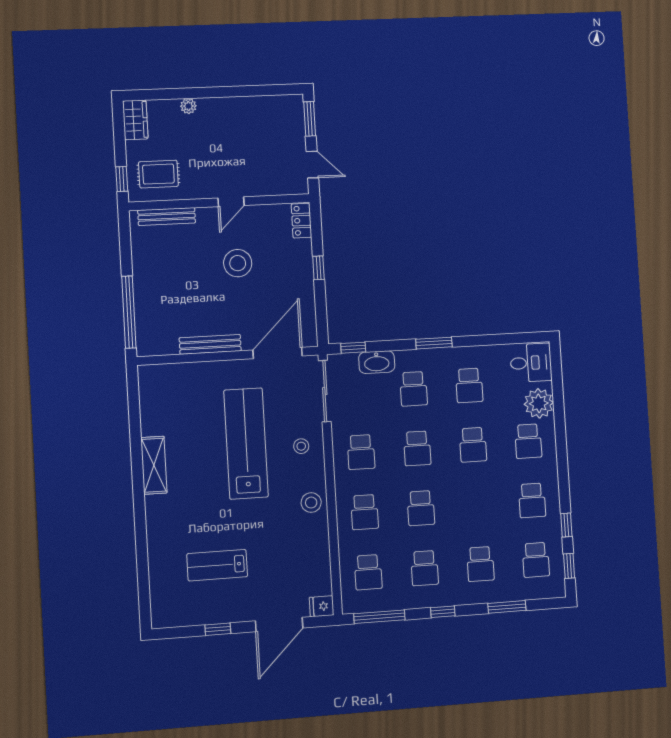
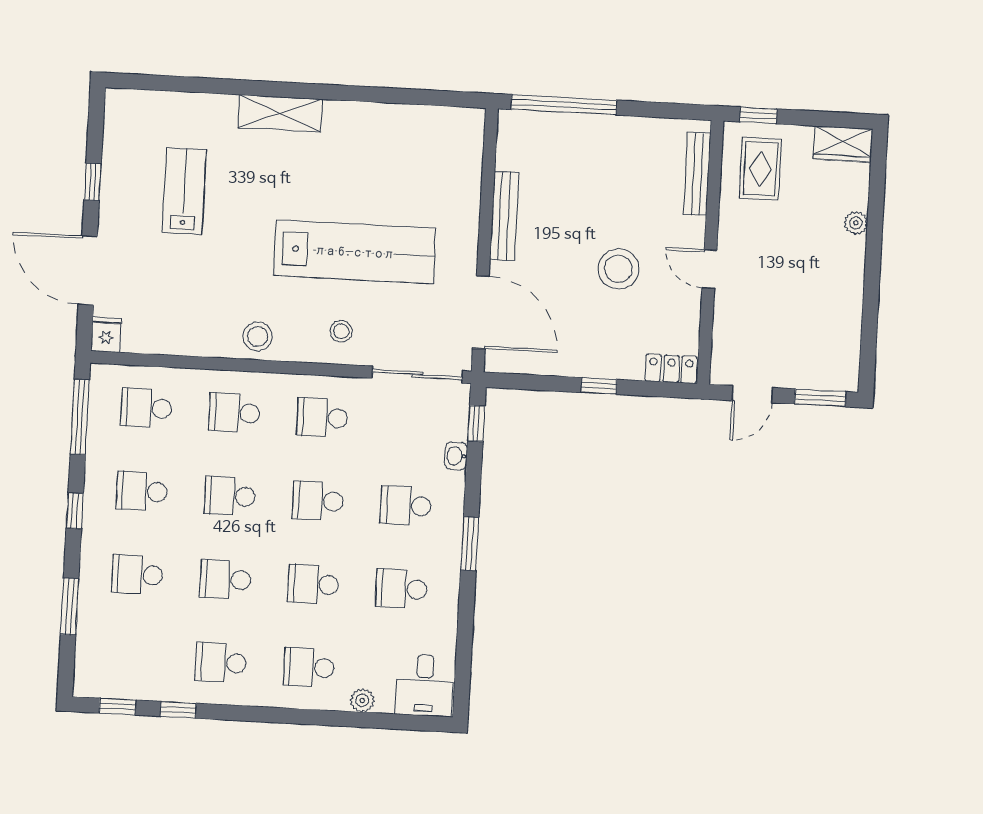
washbasin: (377, 362) -> (456, 456), width x0.52, depth x0.69
plant: (539, 403) -> (362, 700), width x0.53, depth x0.53
shelving: (154, 465) -> (280, 113), moved
school desk: (536, 560) -> (225, 579), moved

